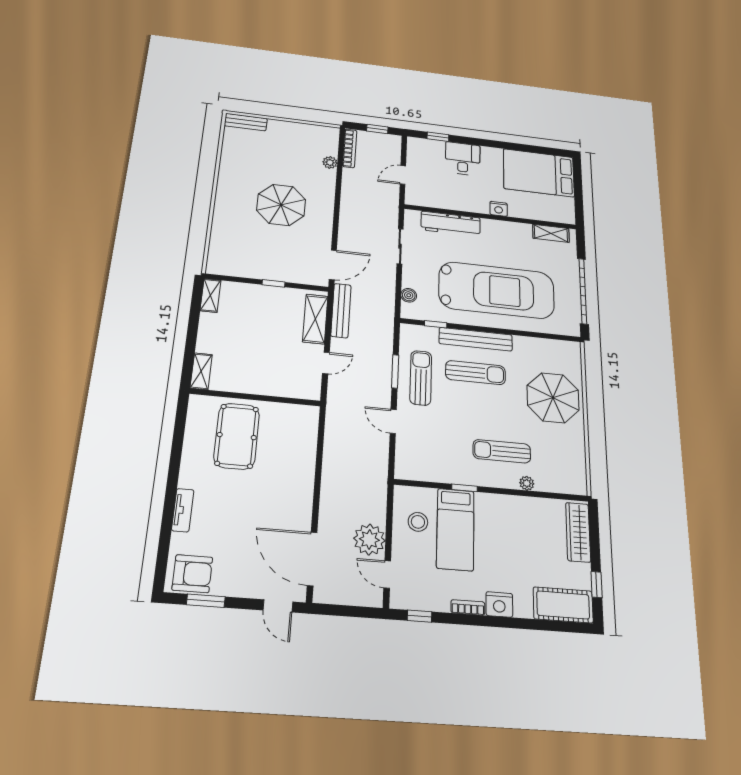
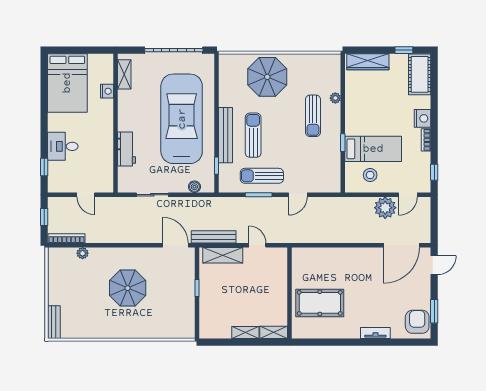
nightstand: (499, 209) -> (107, 91), moved
workbench: (451, 224) -> (126, 149), width x0.73
shelving: (211, 295) -> (245, 332), moved

